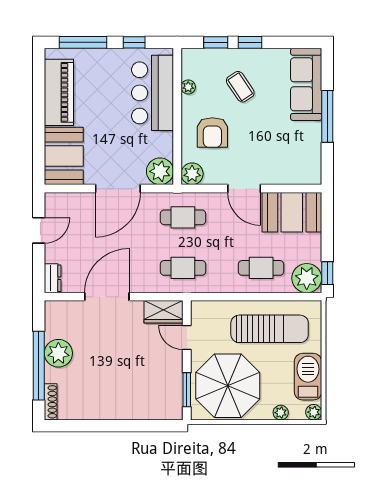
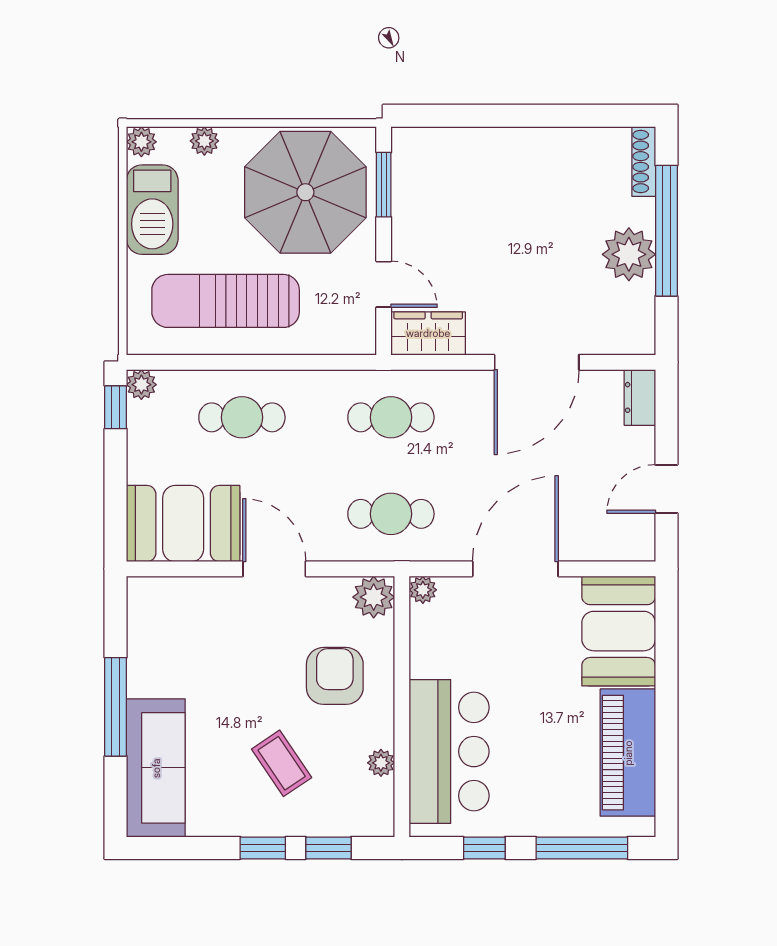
plant: (160, 171) -> (423, 590), width x0.53, depth x0.53
plant: (307, 278) -> (141, 385), width x0.53, depth x0.53

